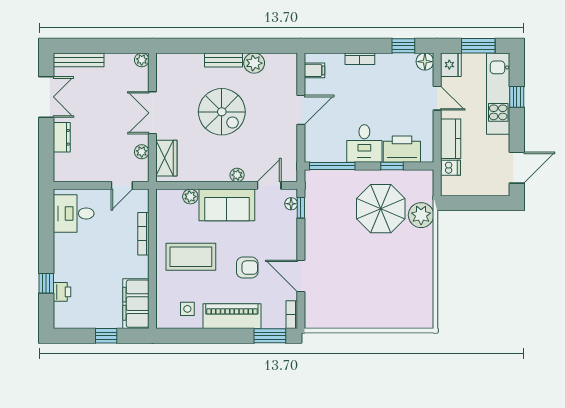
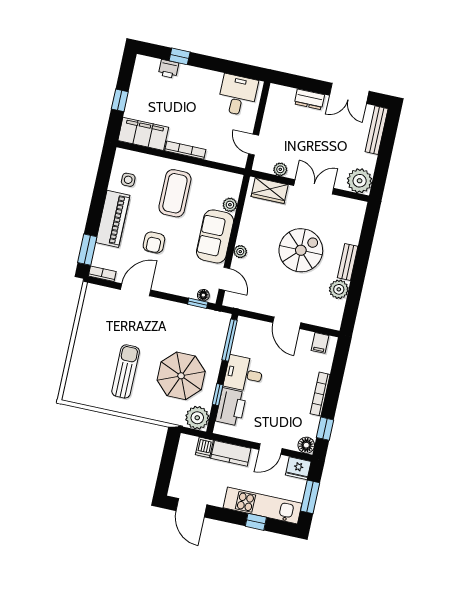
bookcase: (360, 59) -> (320, 394), width x1.56
plant: (142, 60) -> (360, 181), width x1.87, depth x1.87
spiral stairs: (222, 112) -> (301, 250), turned 180
plant: (421, 215) -> (197, 418), moved
bookcase: (143, 234) -> (185, 150), moved
sun lounger: (389, 268) -> (126, 371), added

